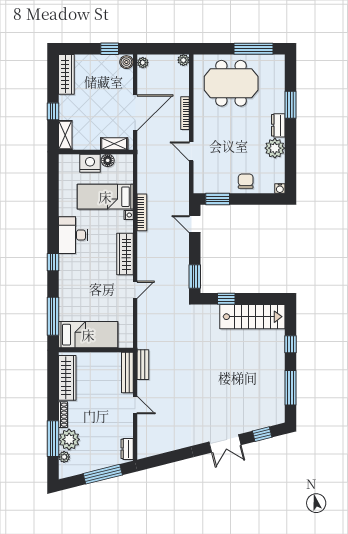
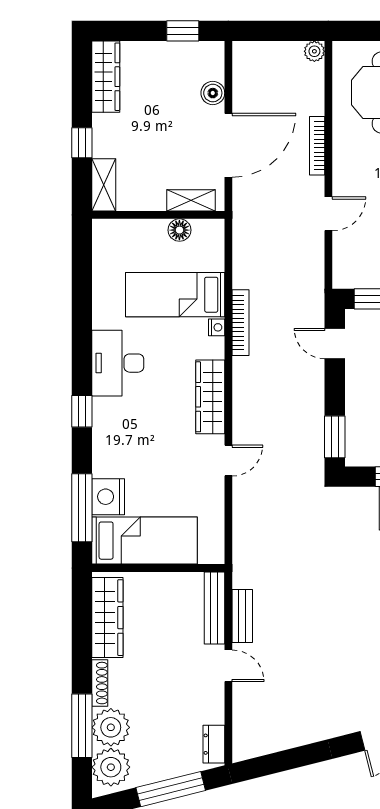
boiler: (126, 62) -> (213, 93), moved
plant: (143, 63) -> (242, 56), removed
door: (191, 151) -> (328, 214), swing flipped
nightstand: (90, 163) -> (108, 497), moved, turned -90
bench: (143, 365) -> (242, 616), moved
plant: (64, 457) -> (111, 767), width x1.87, depth x1.87

